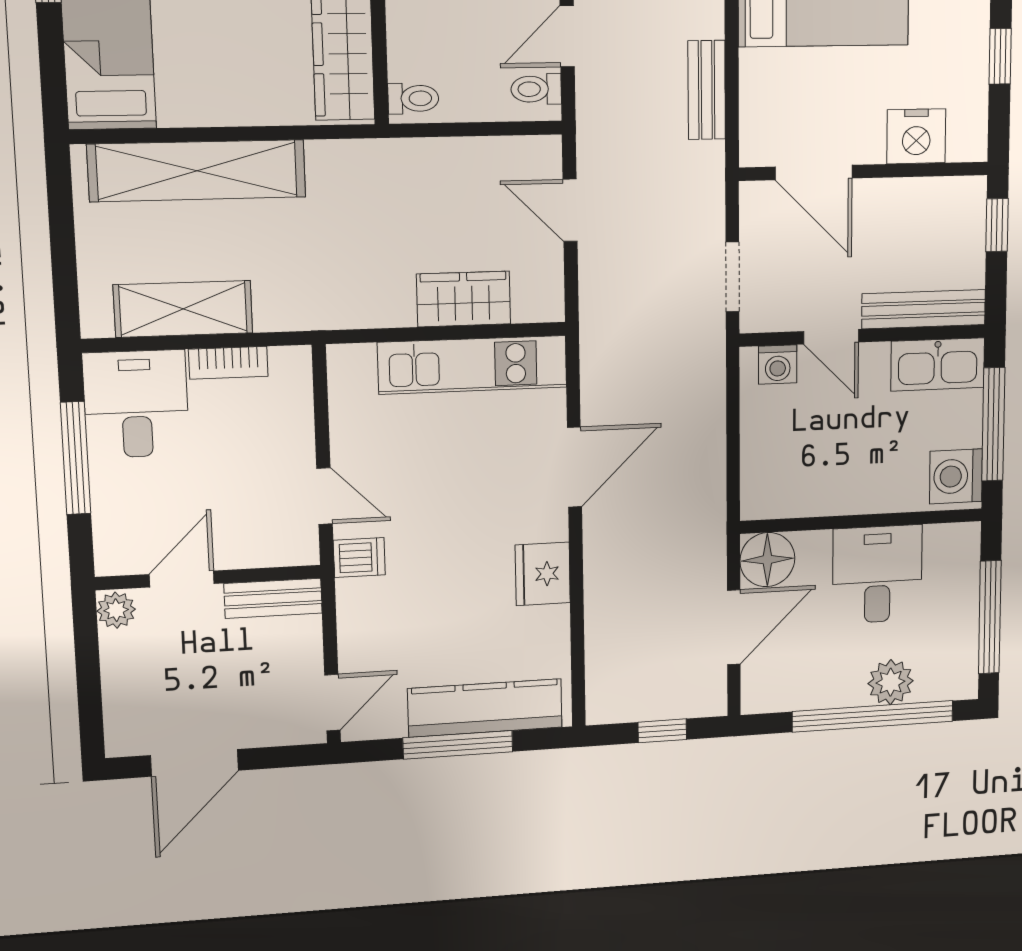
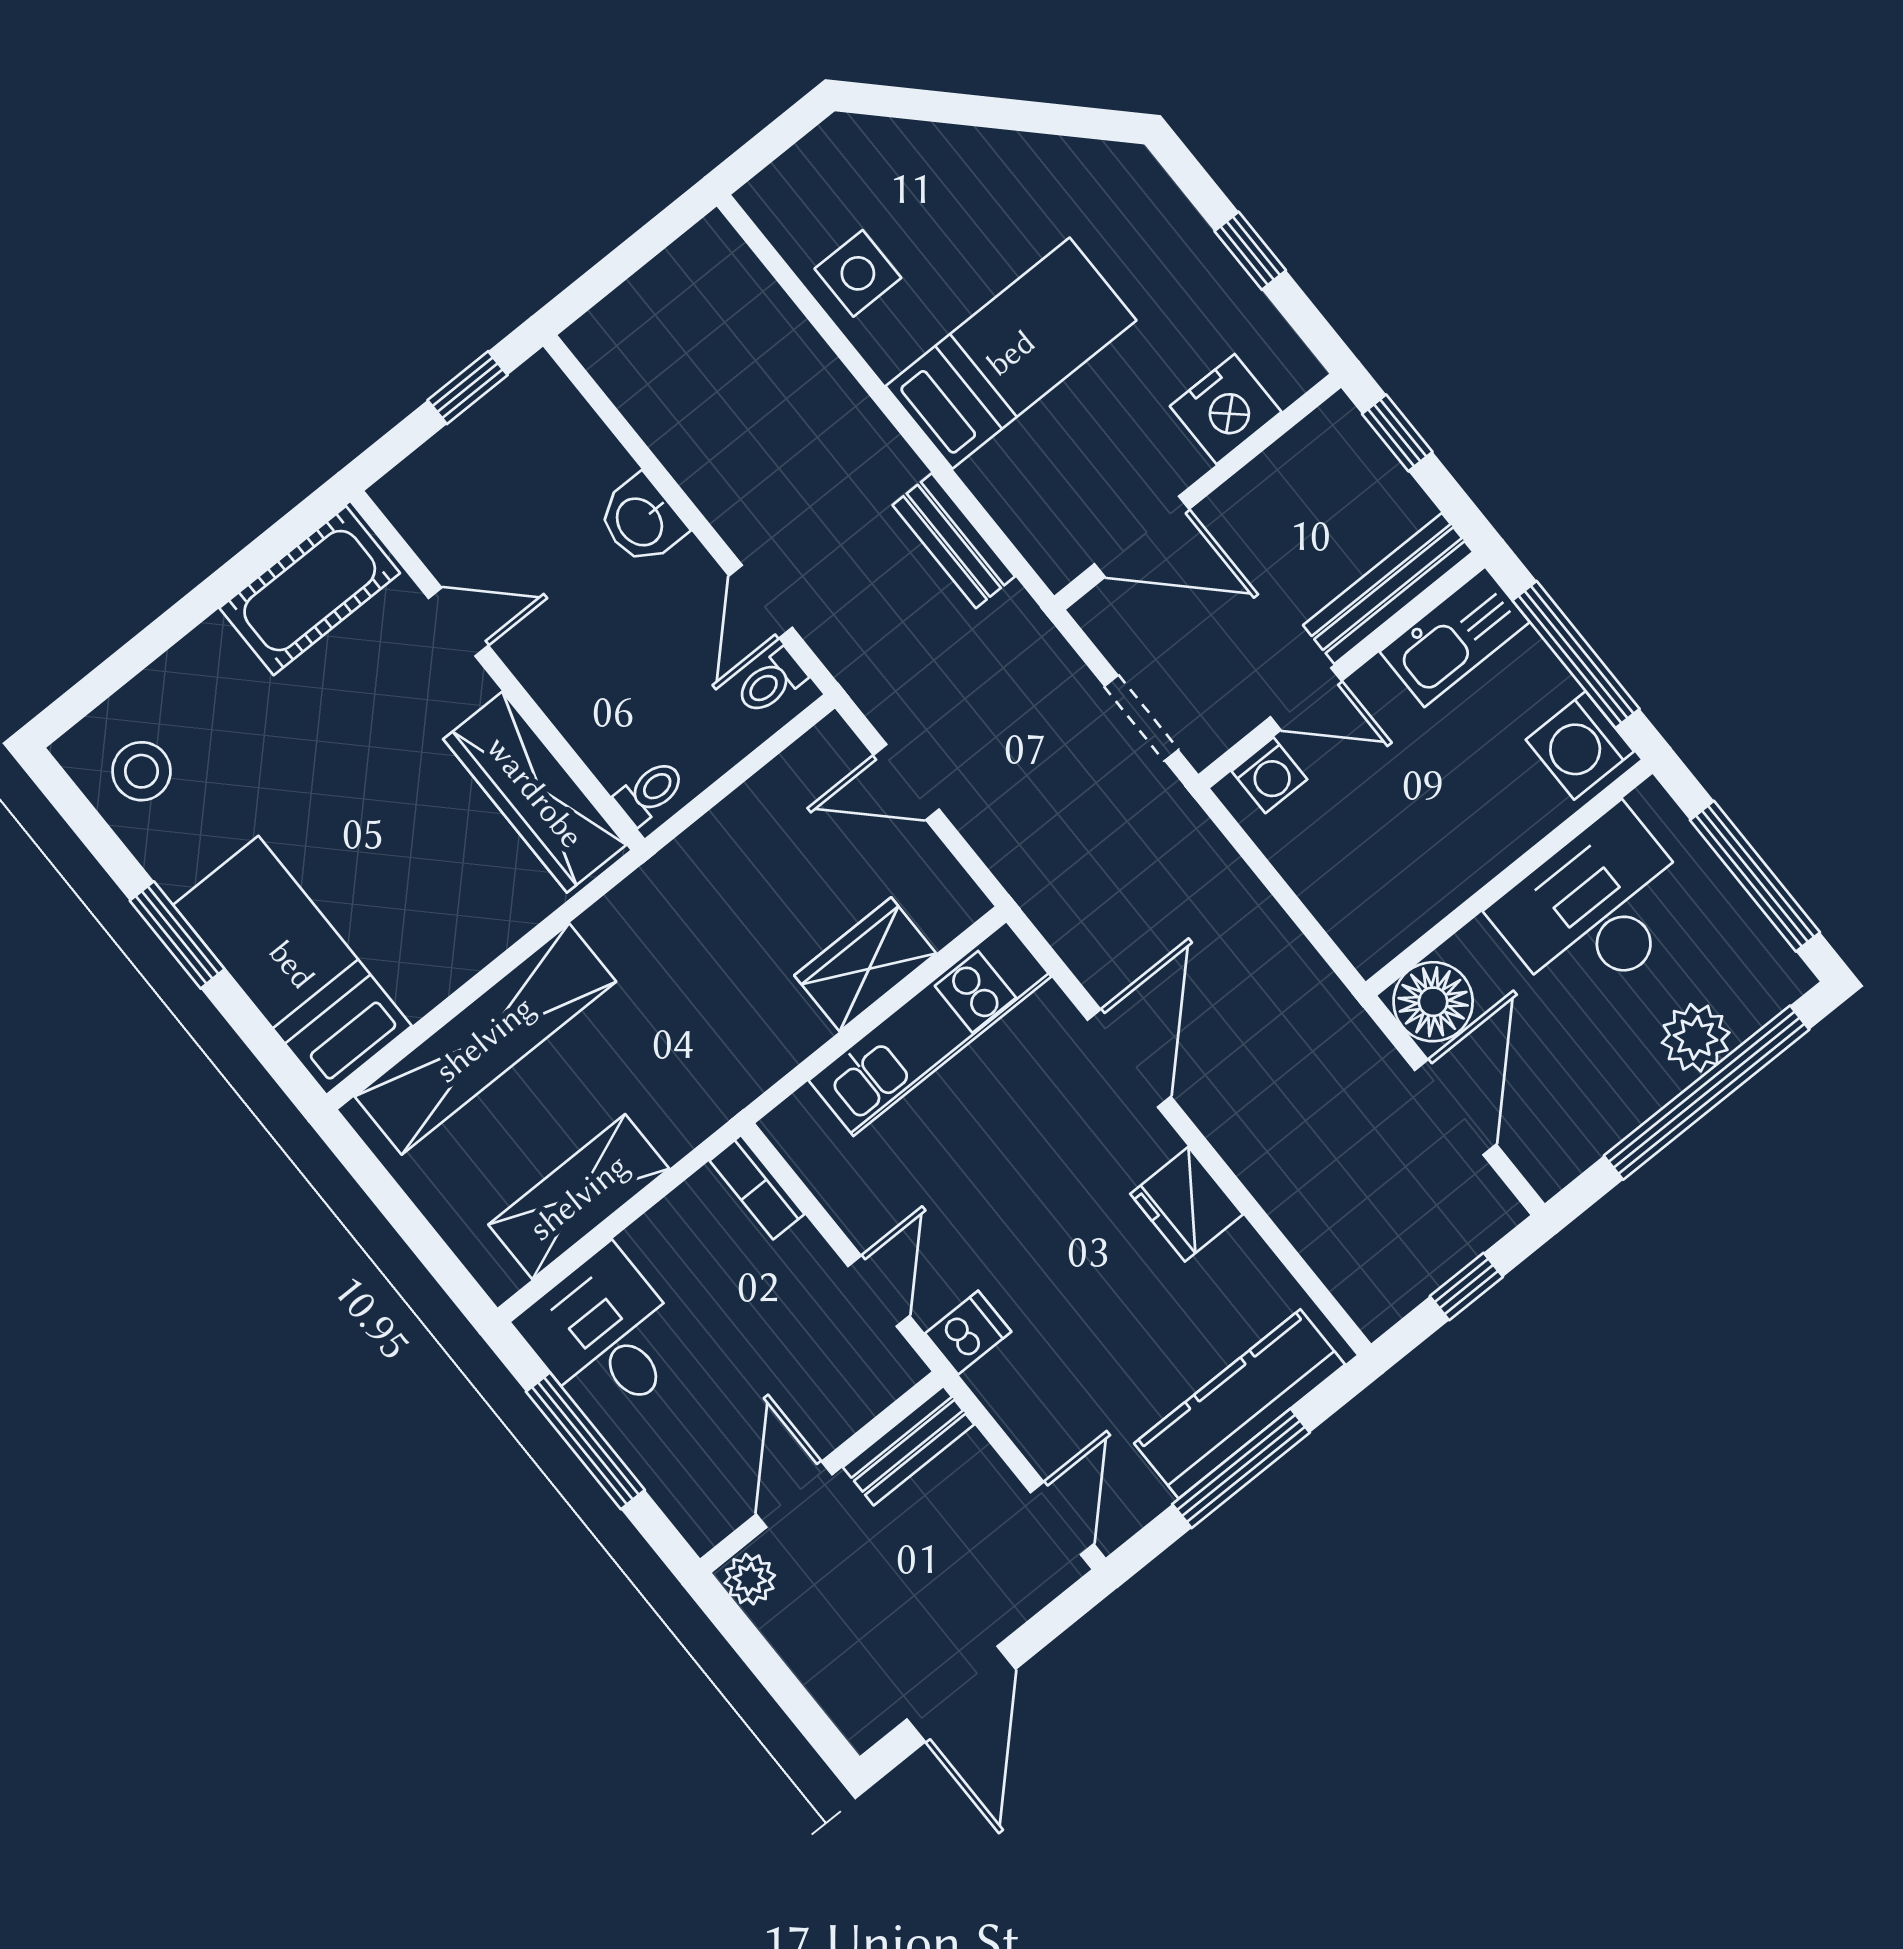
bookcase: (228, 363) -> (757, 1187), moved, turned 90
door: (325, 496) -> (879, 1291), hinge flipped
desk: (877, 574) -> (1596, 910), width x1.37

